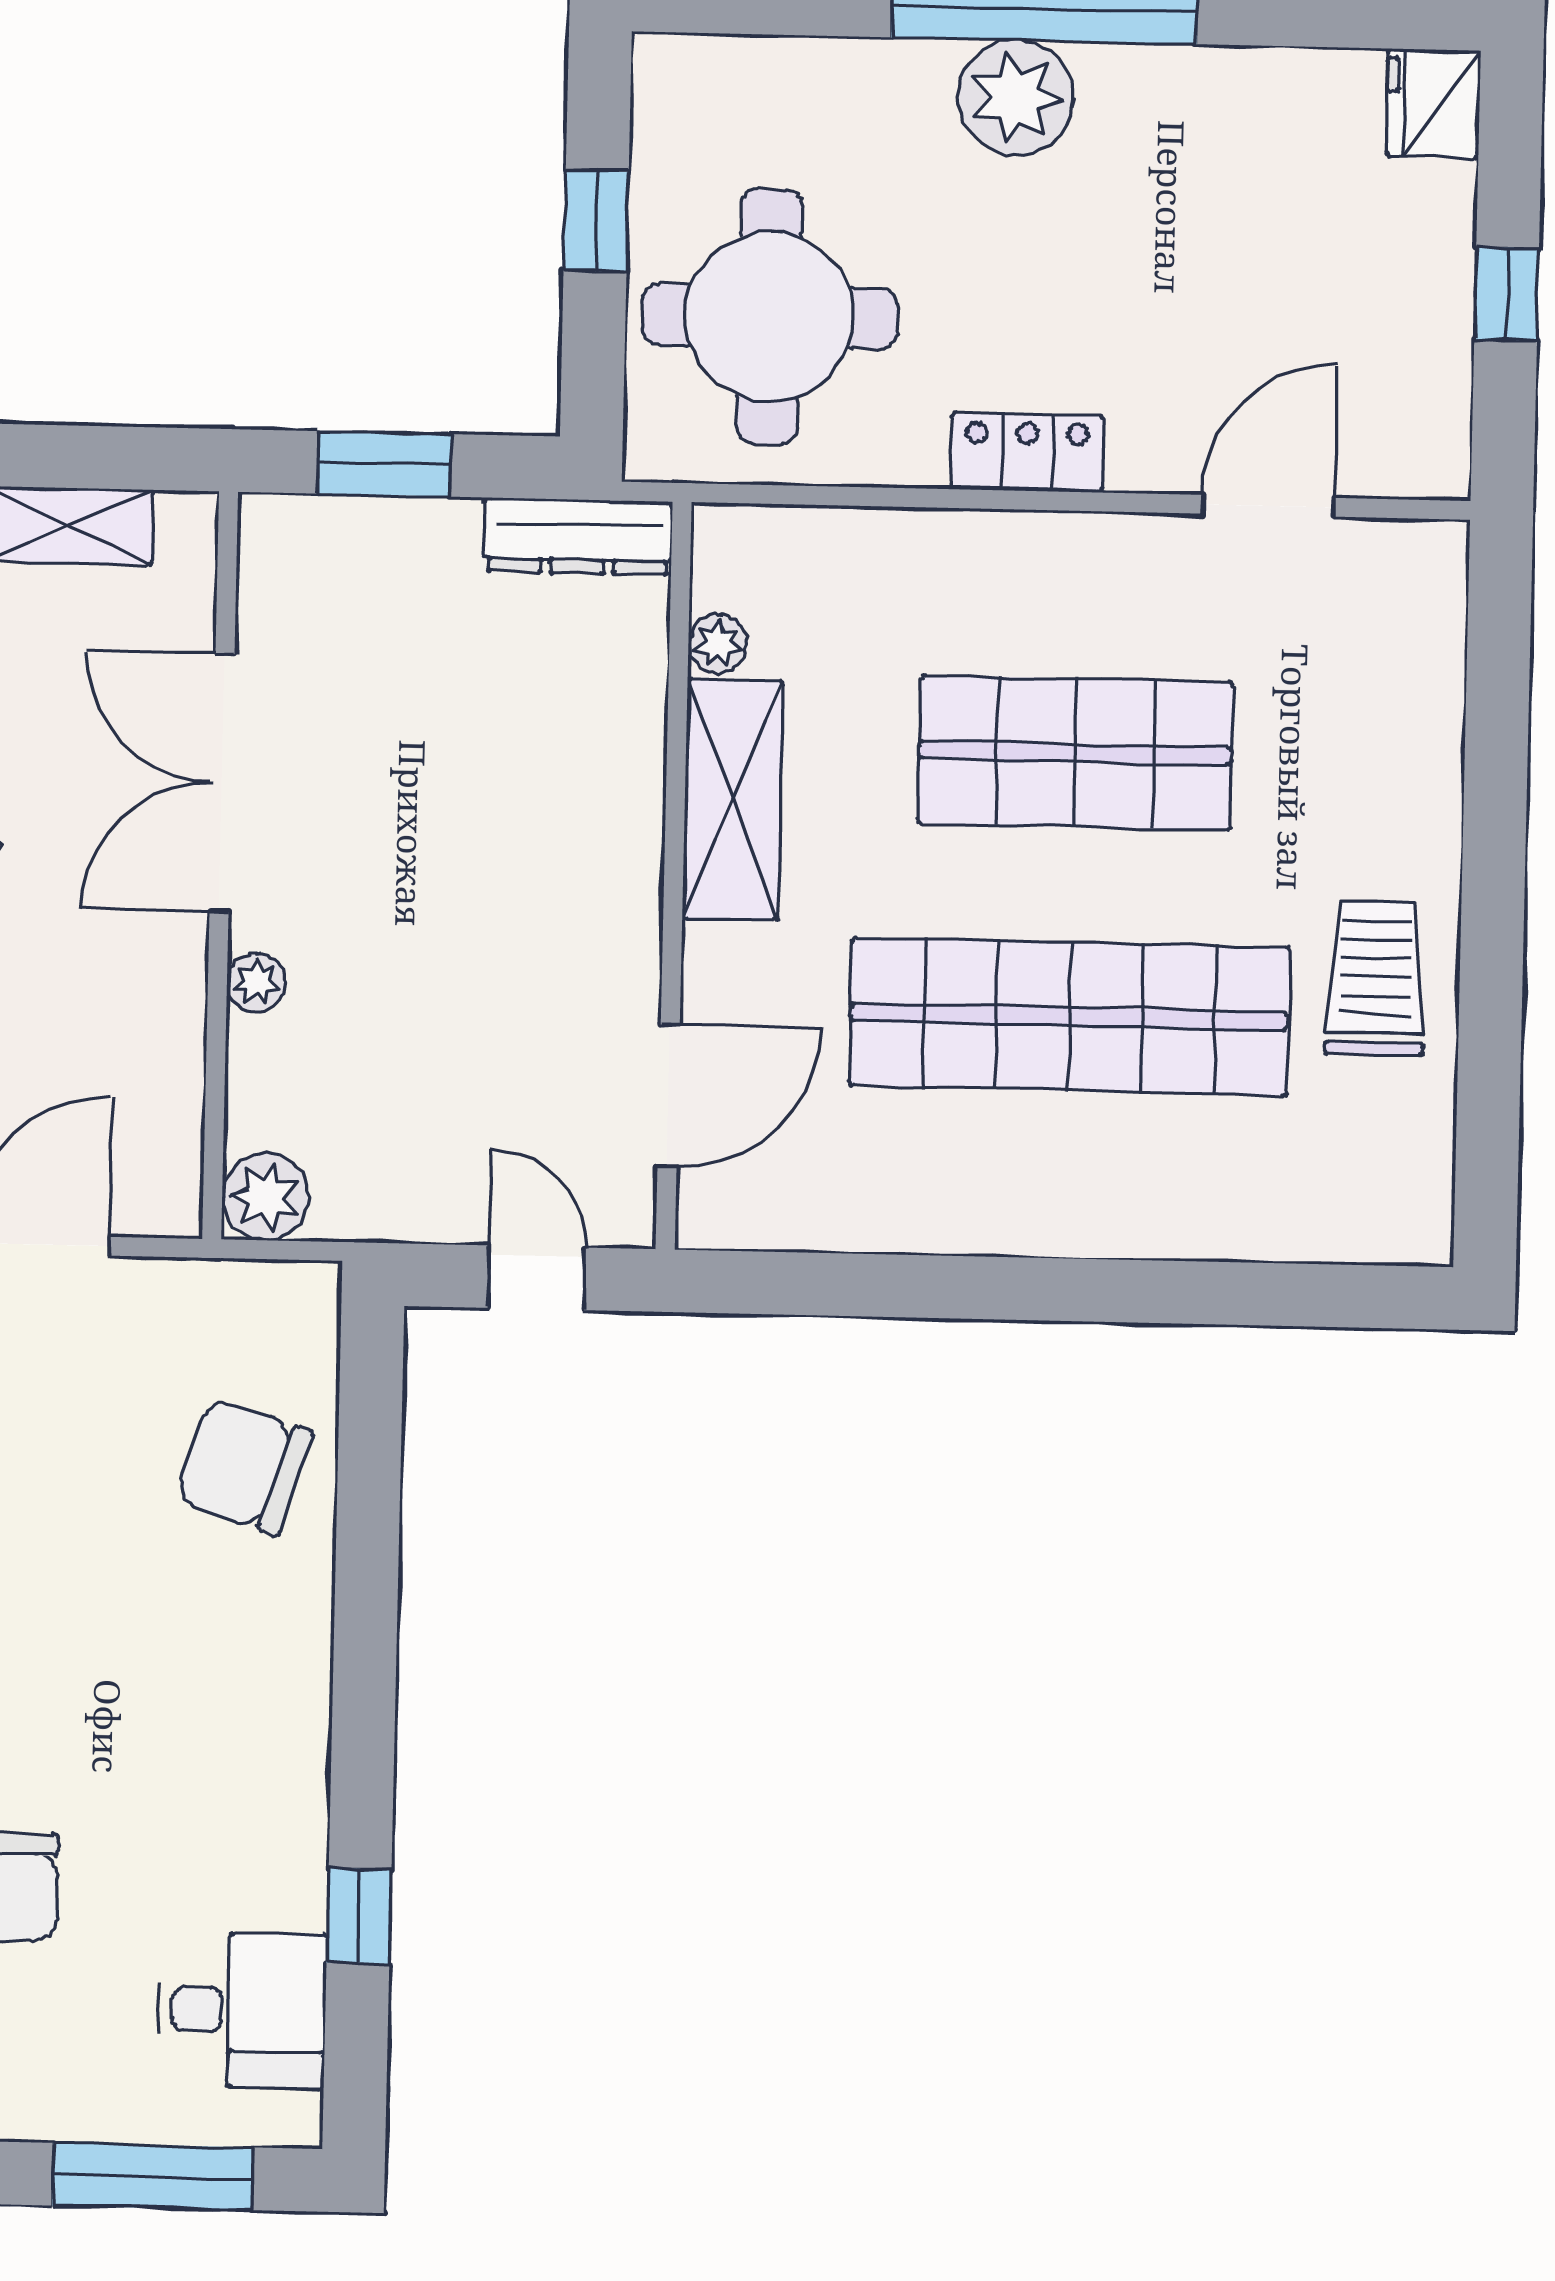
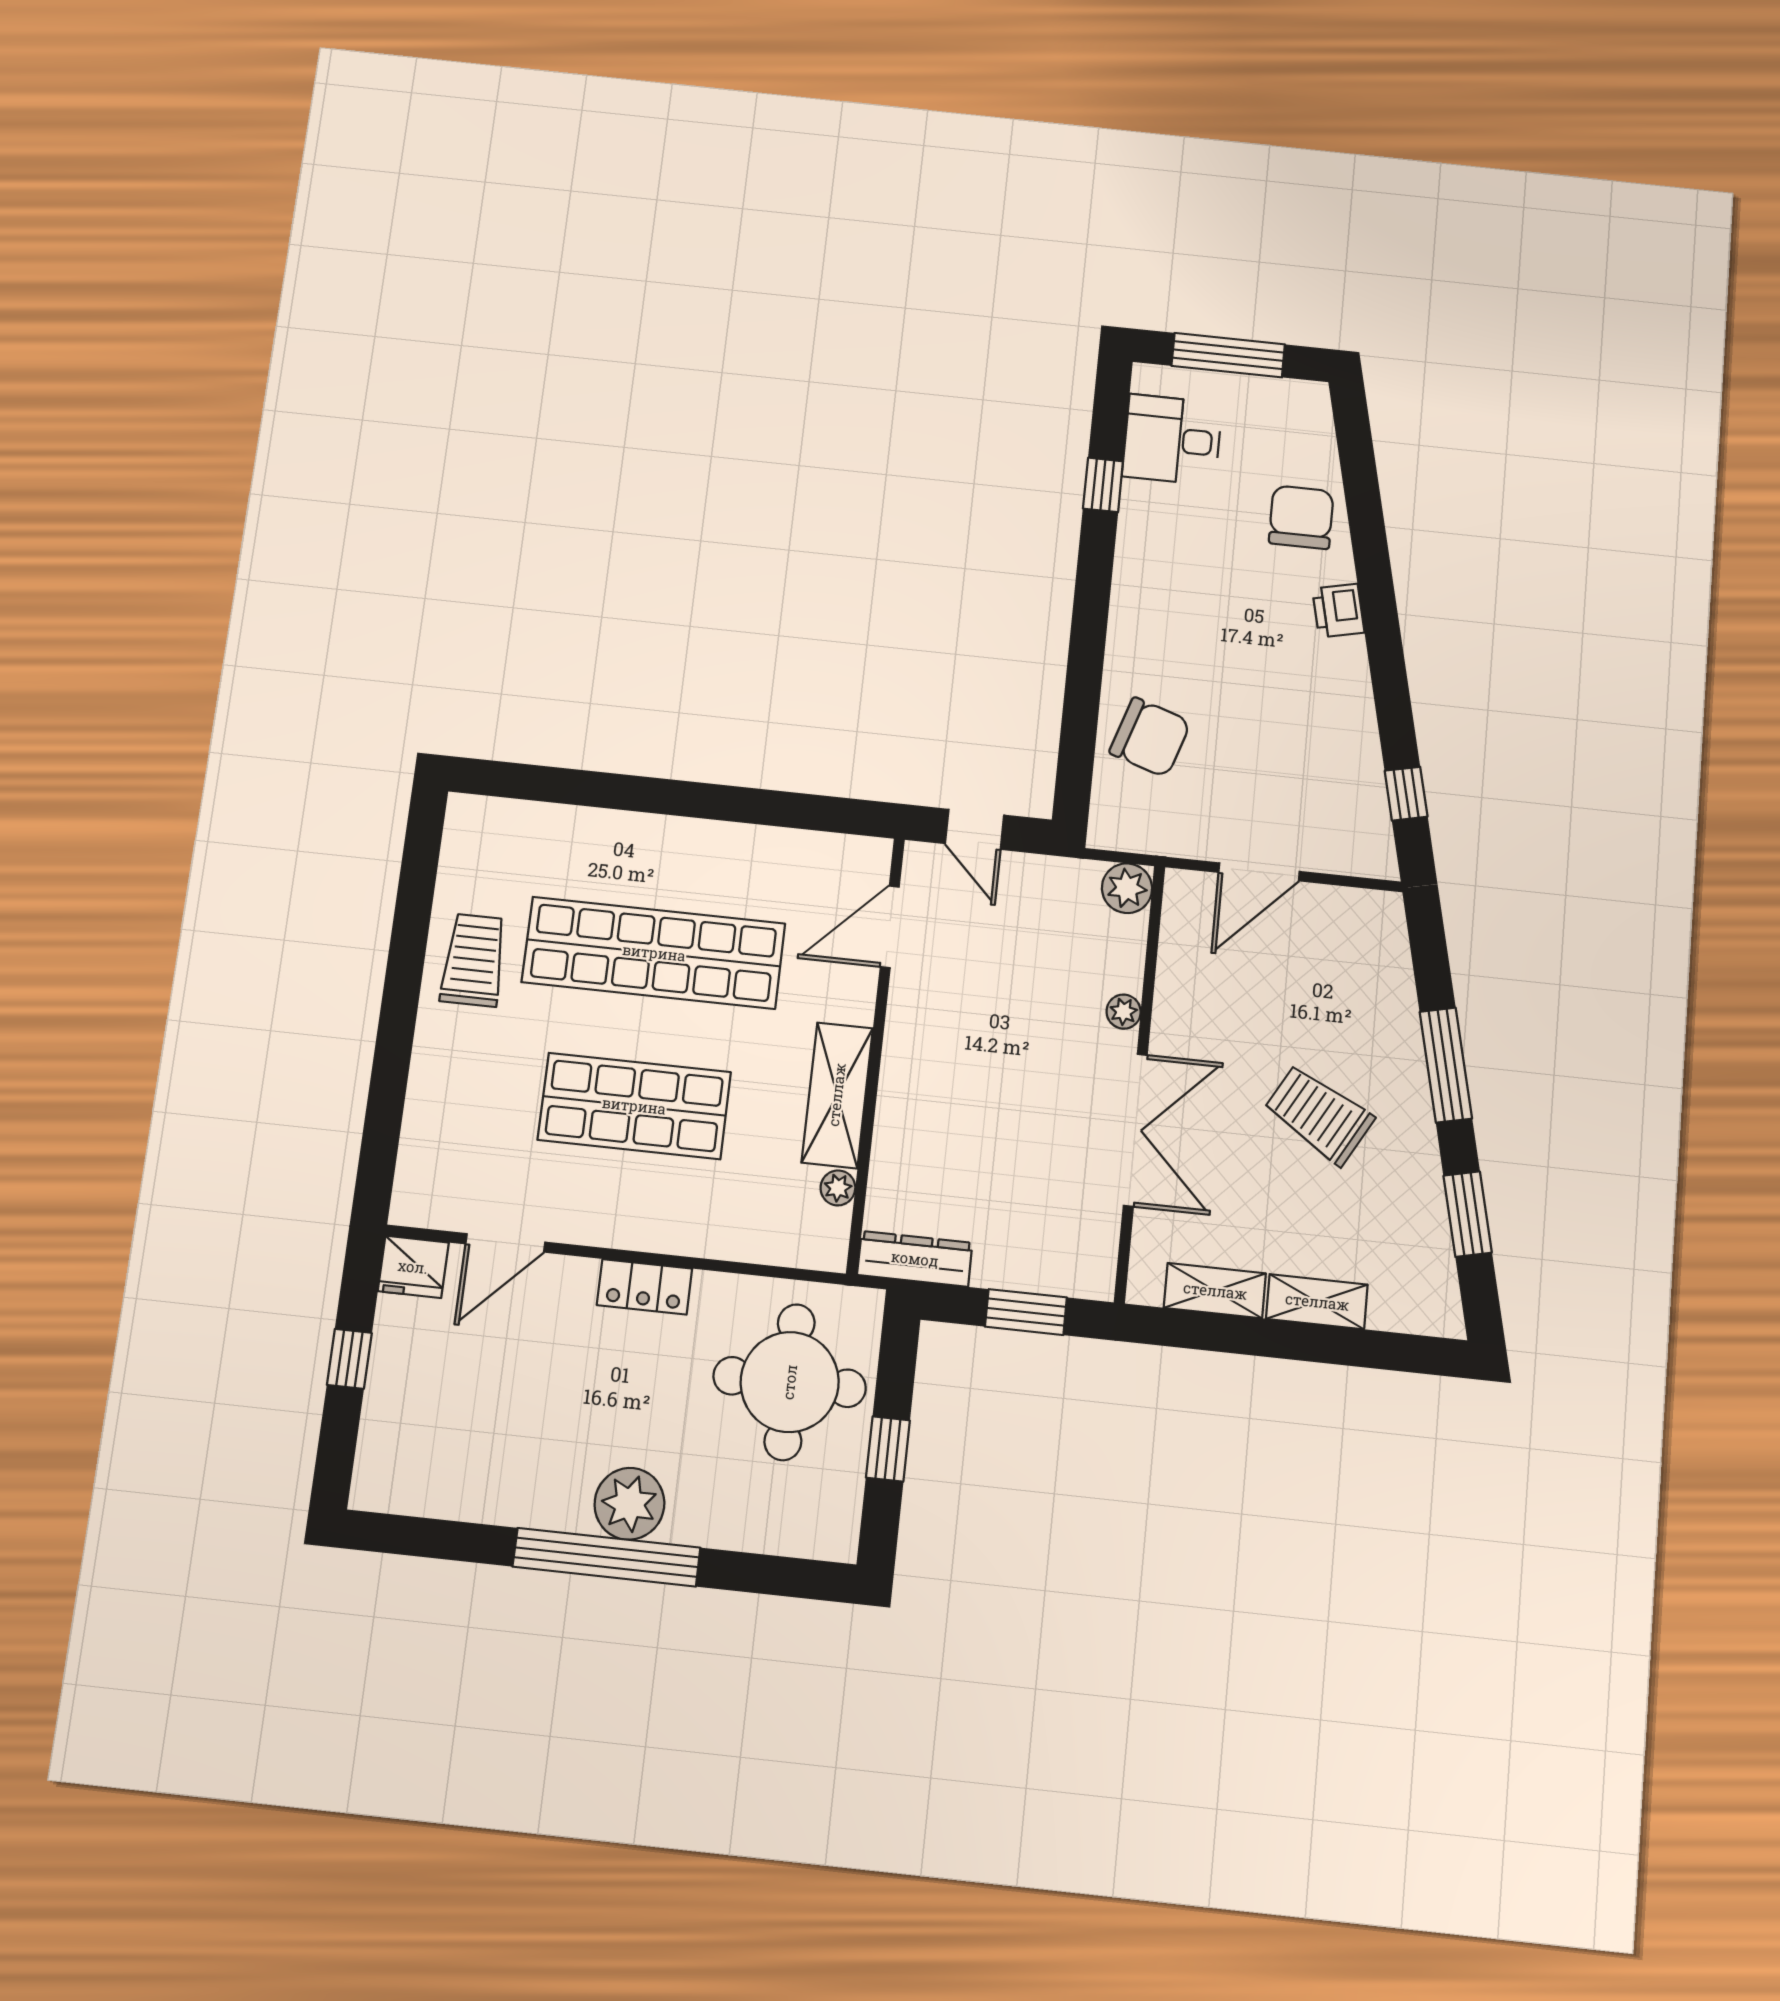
fridge: (1433, 103) -> (413, 1267), moved, turned 90
trolley: (1376, 978) -> (474, 960), turned 180

